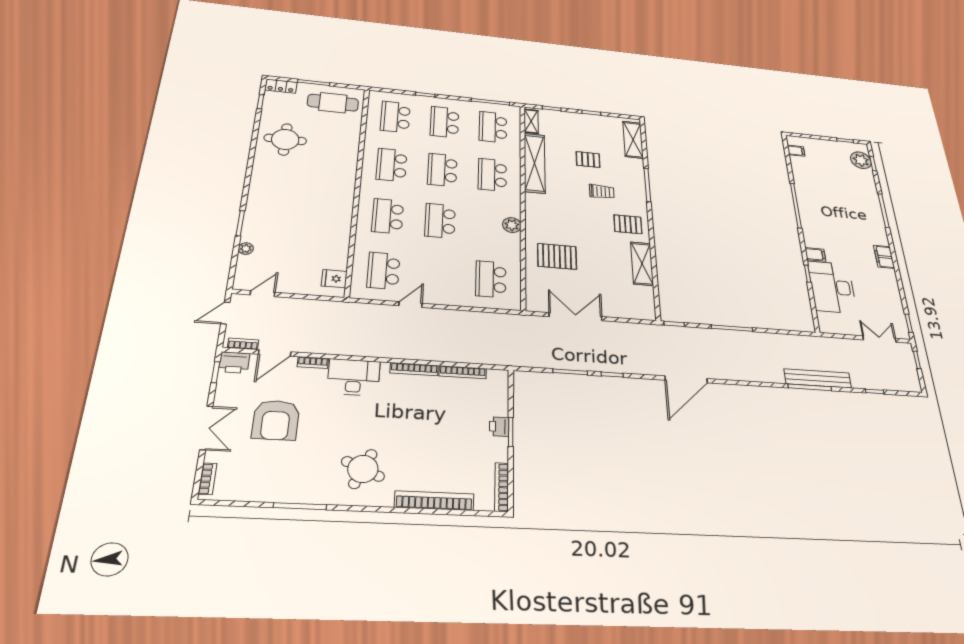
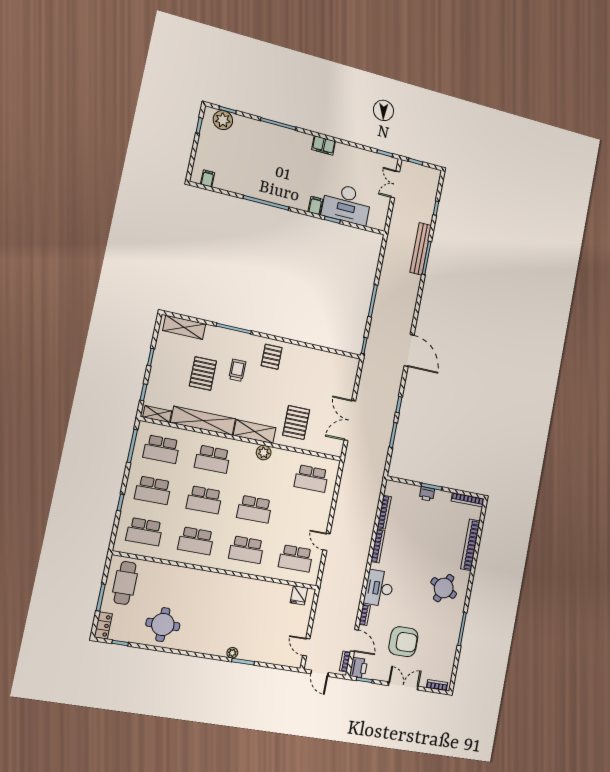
pallet: (588, 159) -> (203, 373), width x1.50, depth x1.42
plant: (246, 249) -> (232, 653), moved
shelving: (642, 264) -> (255, 432), moved

